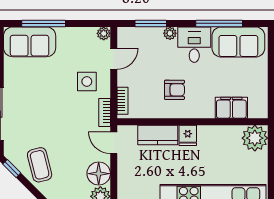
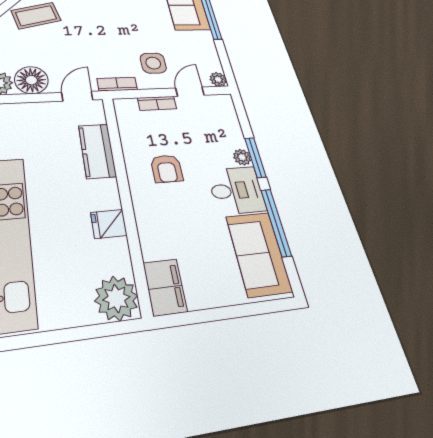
window: (151, 23) -> (255, 157), moved
door: (114, 59) -> (190, 92), swing flipped
bookcase: (123, 101) -> (157, 103), moved
filing cabinet: (231, 108) -> (165, 287), moved
fridge: (188, 135) -> (109, 224), moved

